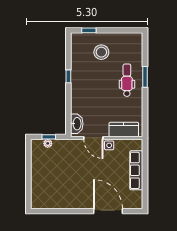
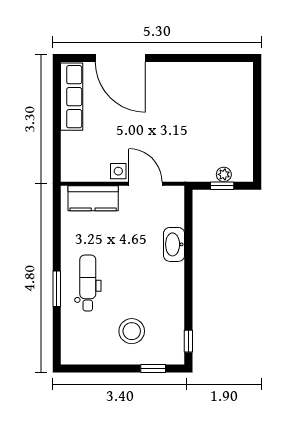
window: (68, 76) -> (188, 341), moved
dental chair: (127, 80) -> (88, 283), turned 180
washbasin: (77, 124) -> (174, 244), moved
row of seats: (136, 170) -> (72, 97), moved

